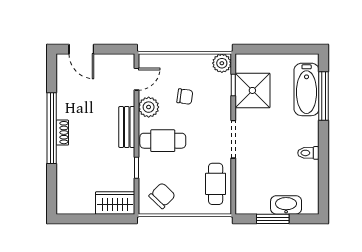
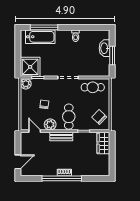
shower: (252, 90) -> (30, 67), moved

